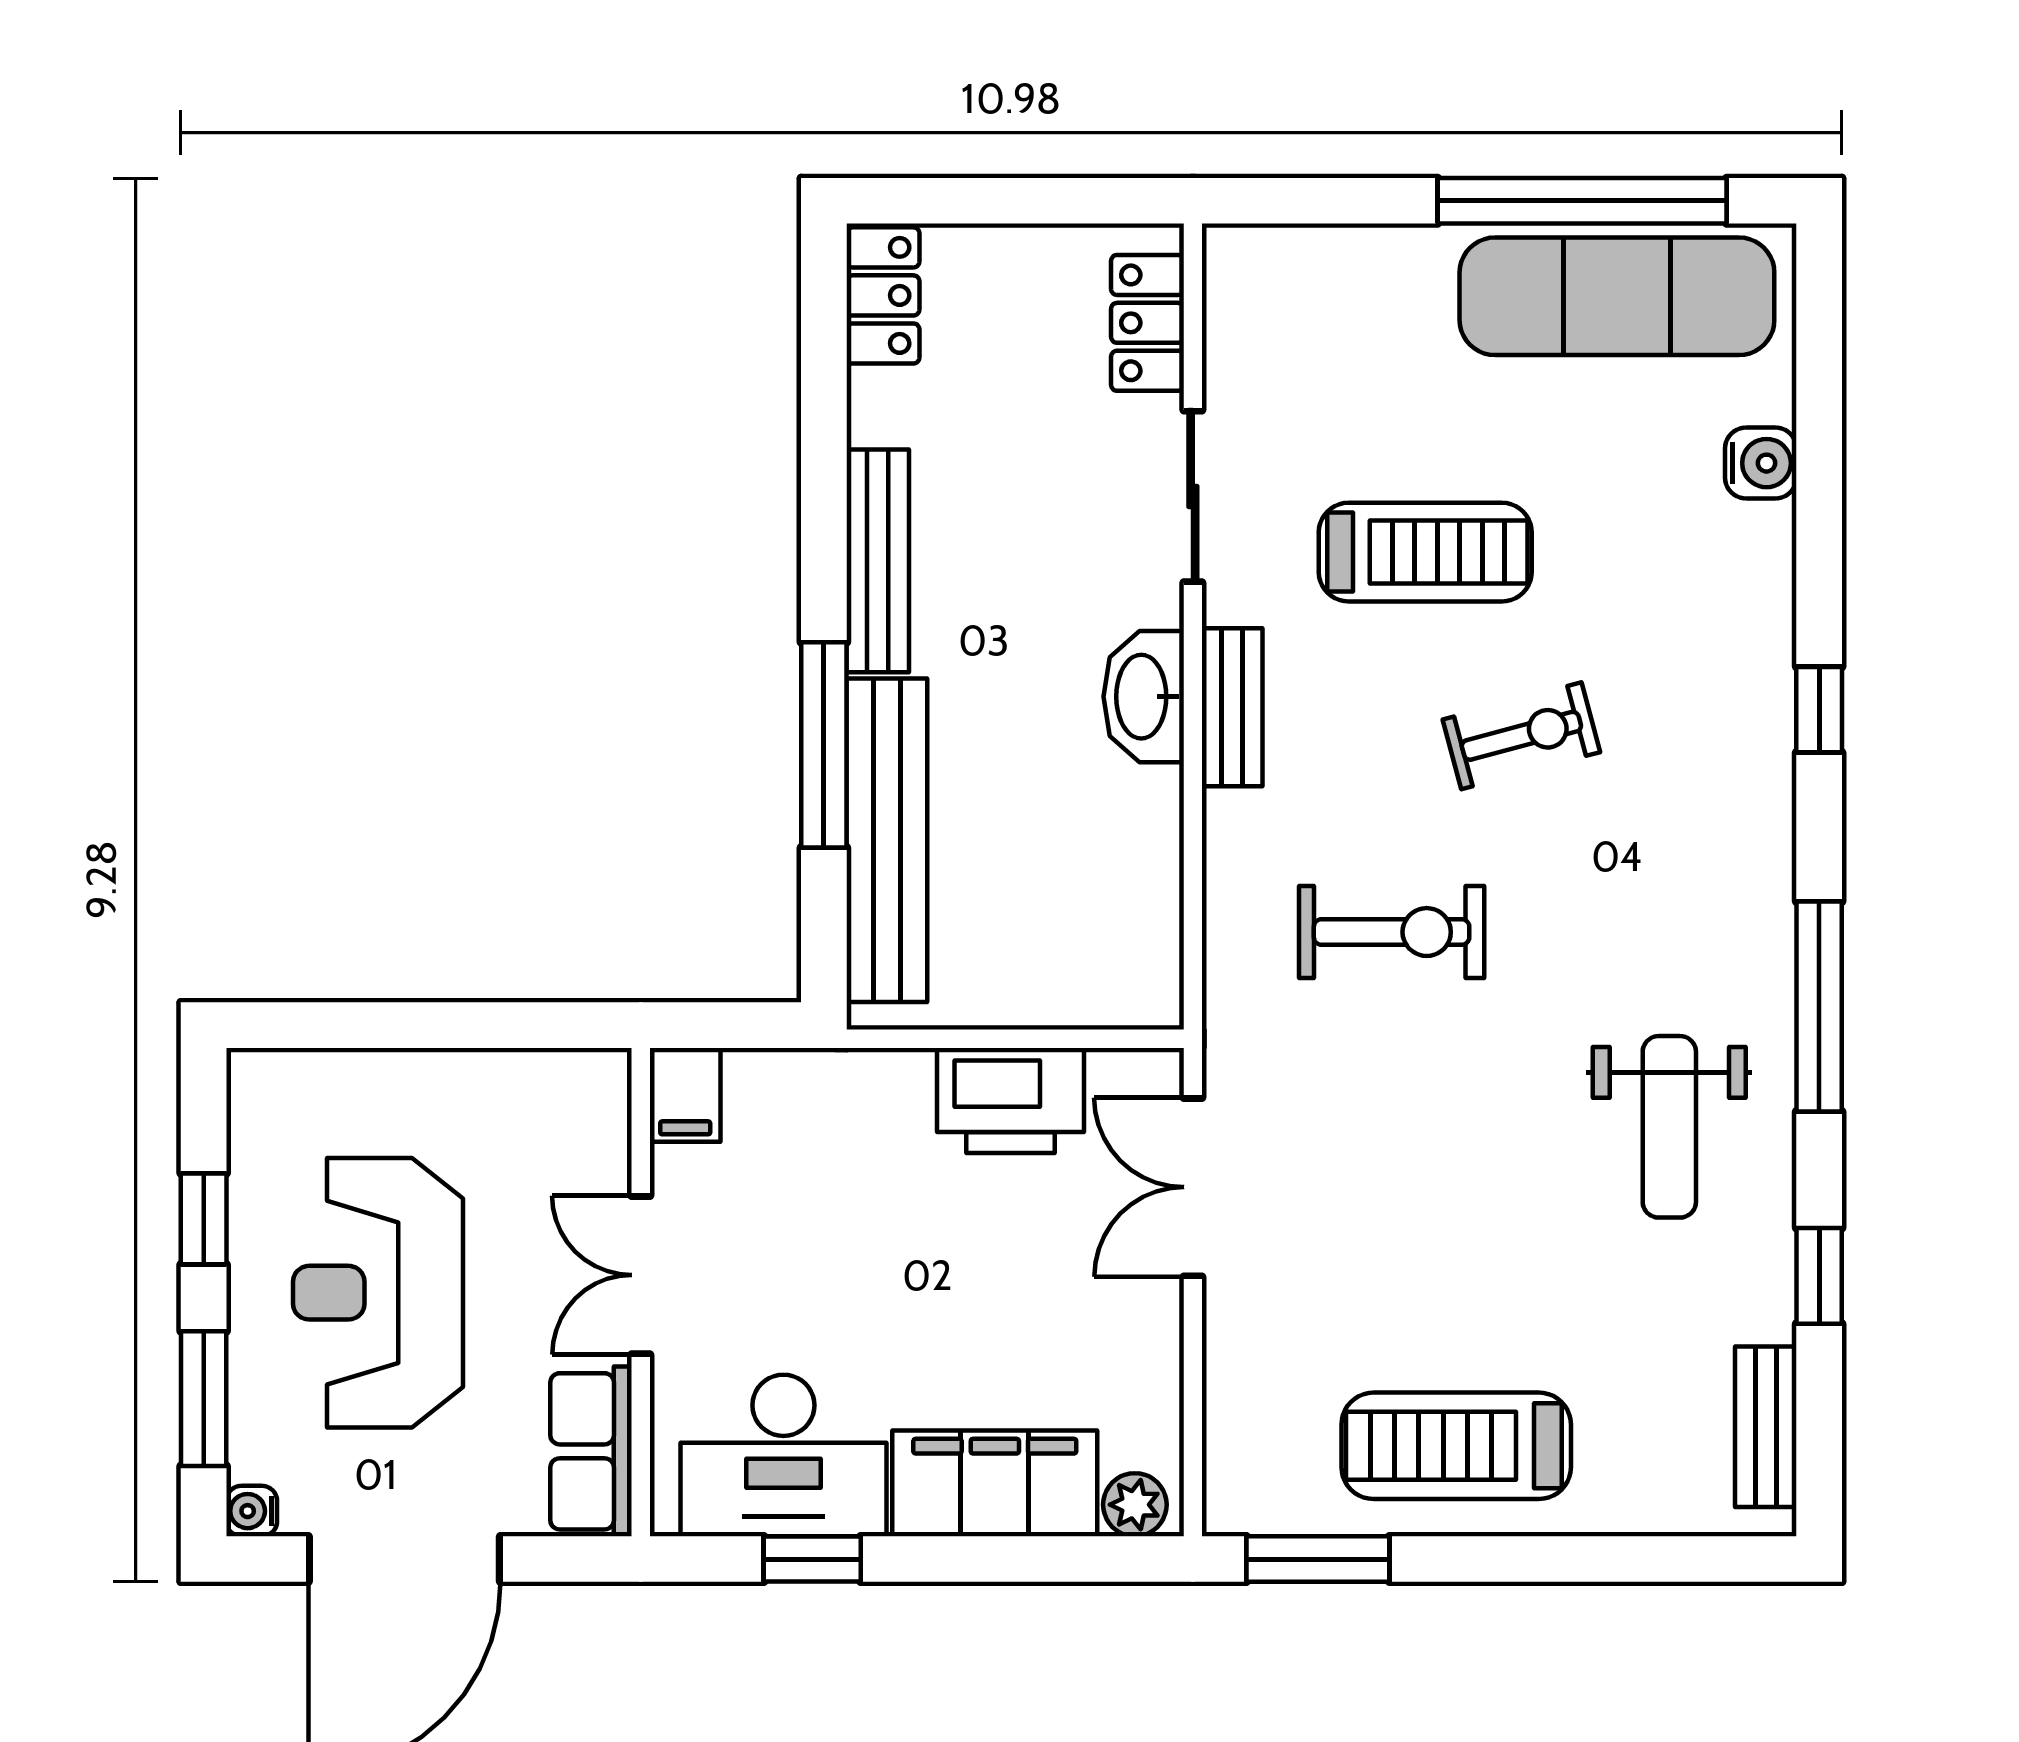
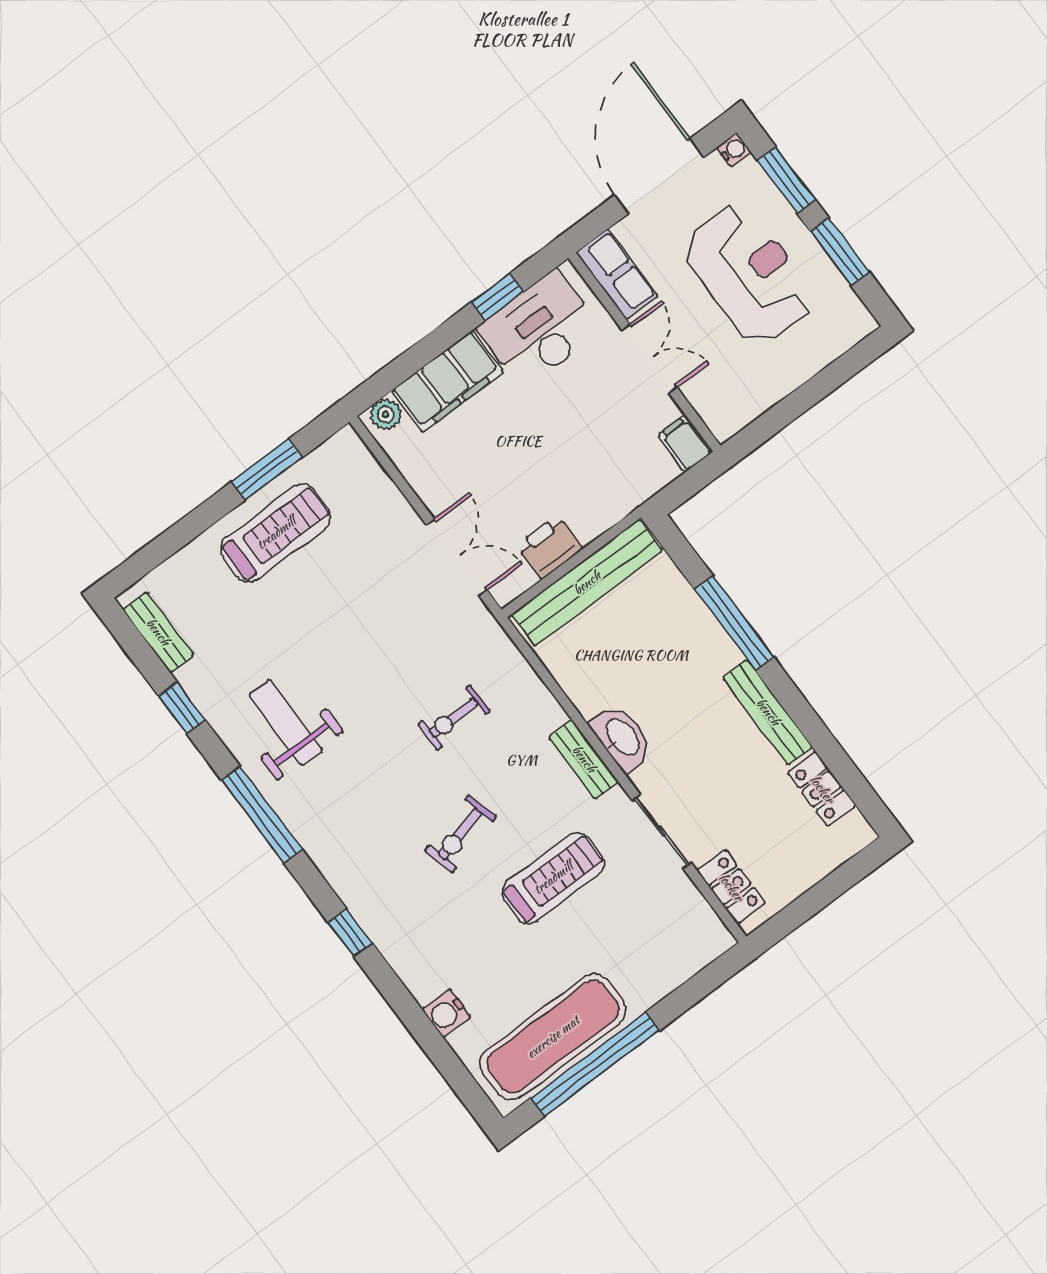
locker: (883, 295) -> (822, 789), moved
treadmill: (1425, 552) -> (553, 878), turned 180
bench: (887, 840) -> (587, 583), moved, turned 90
exercise bike: (1392, 932) -> (454, 718), width x0.73, depth x0.72
printer: (1010, 1101) -> (549, 547), width x0.73, depth x0.84
window: (204, 1219) -> (840, 251), width x1.50
window: (1318, 1559) -> (267, 470), moved

